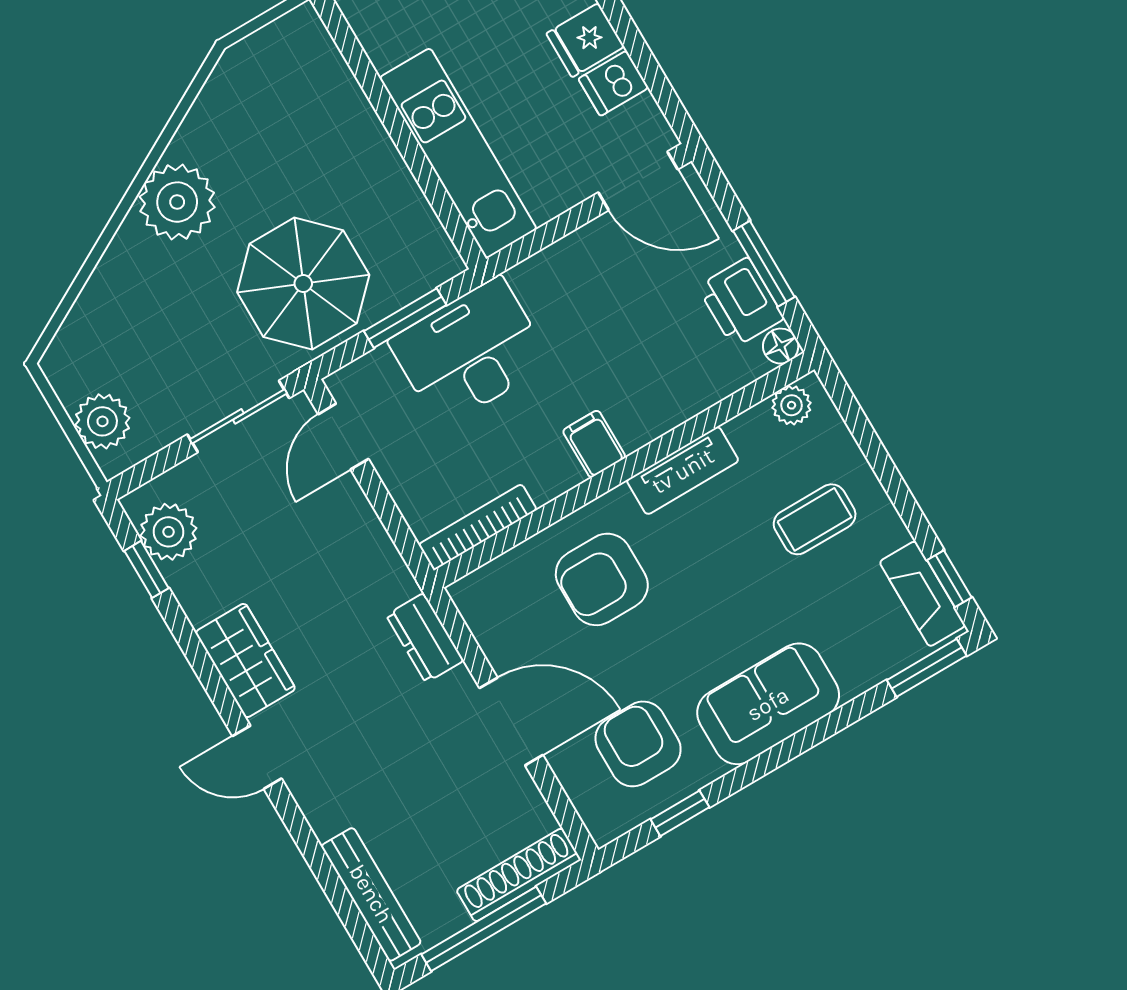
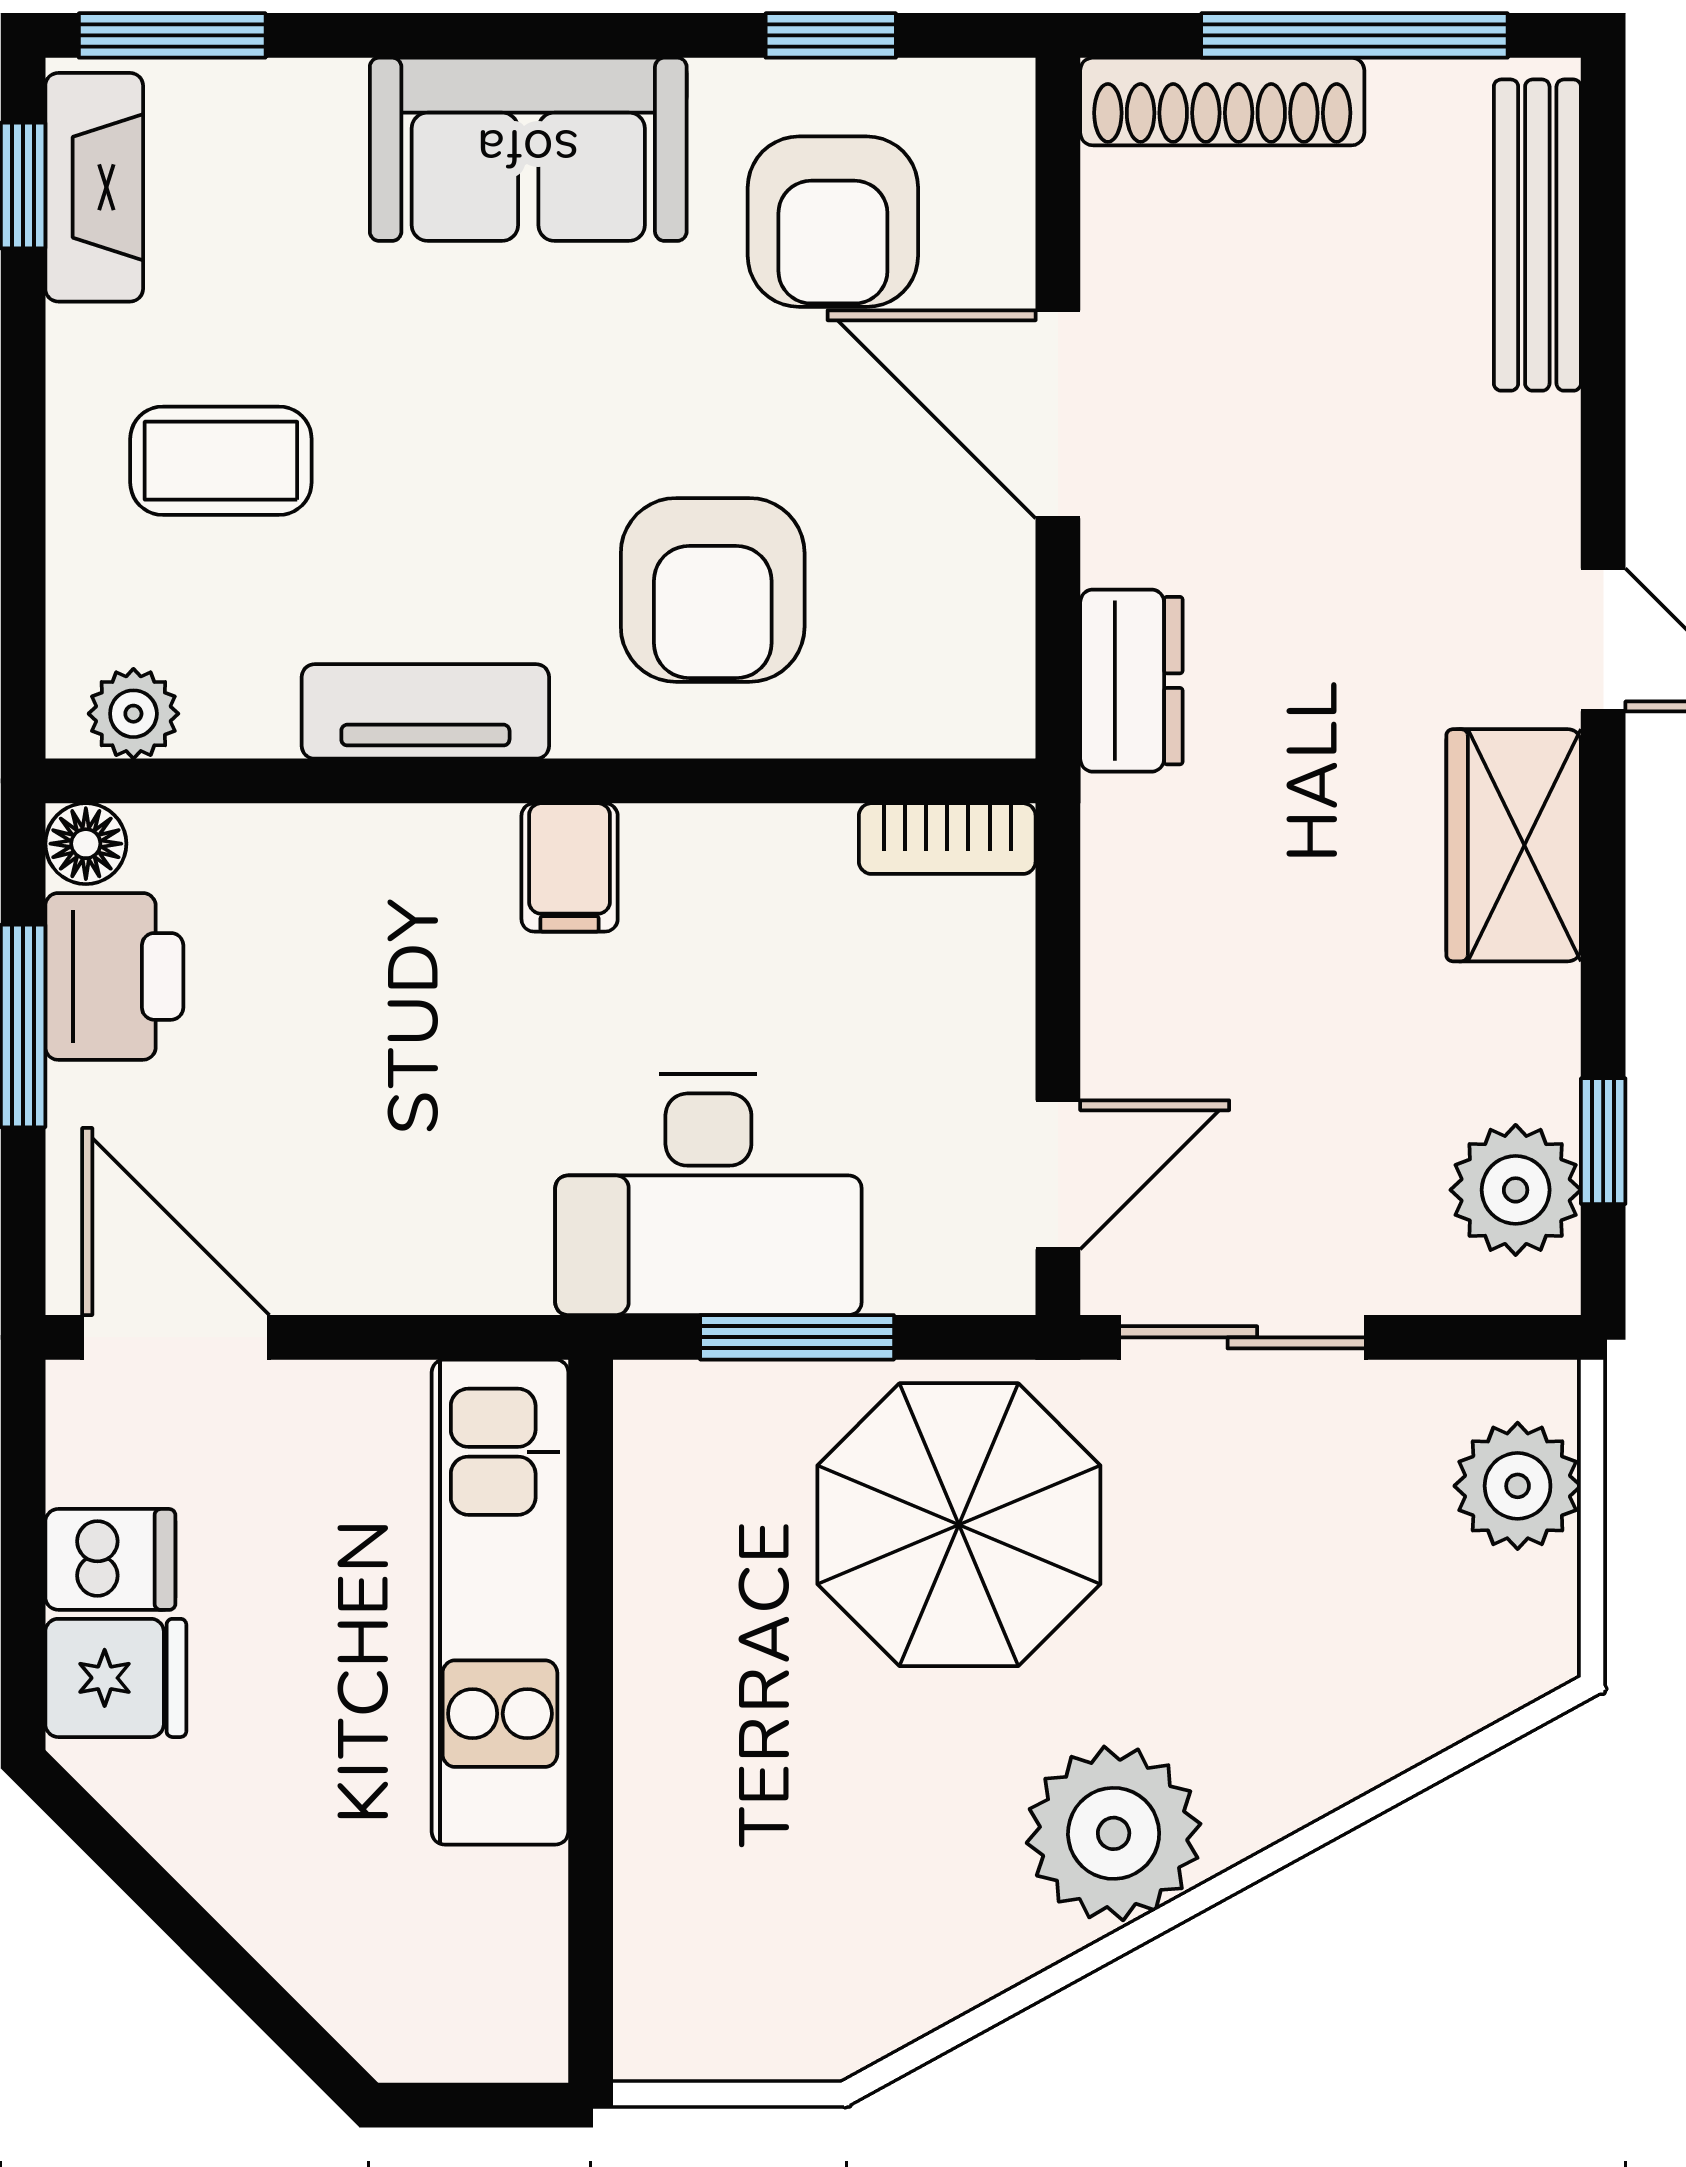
bookcase: (478, 527) -> (947, 839), width x0.64
armchair: (602, 579) -> (713, 590), turned 90

